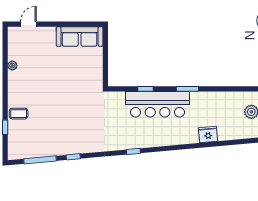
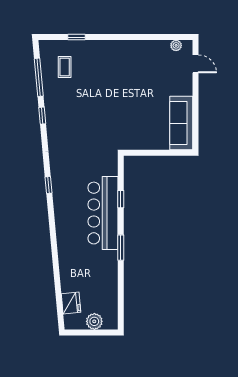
plant: (12, 65) -> (176, 45), moved
coffee table: (19, 114) -> (65, 67), moved
fridge: (208, 134) -> (71, 303), moved

